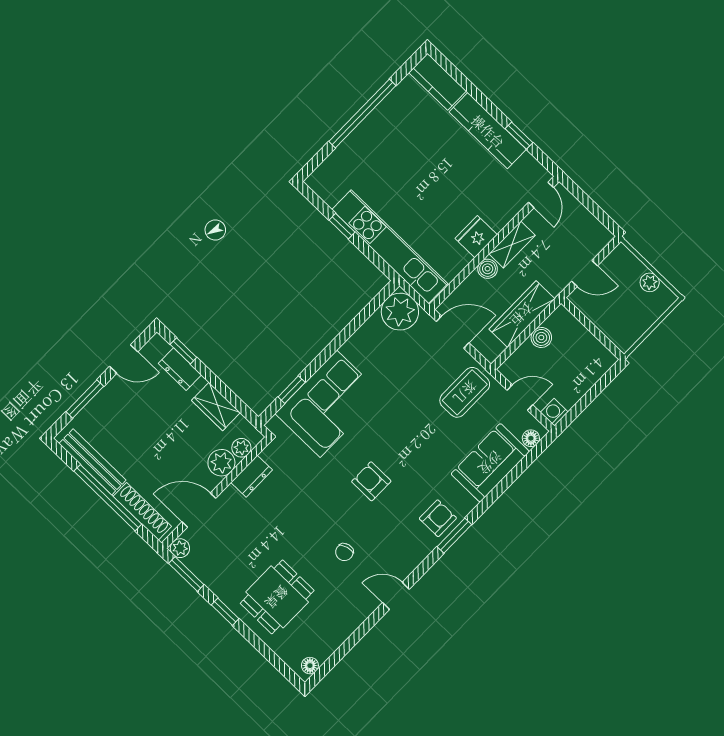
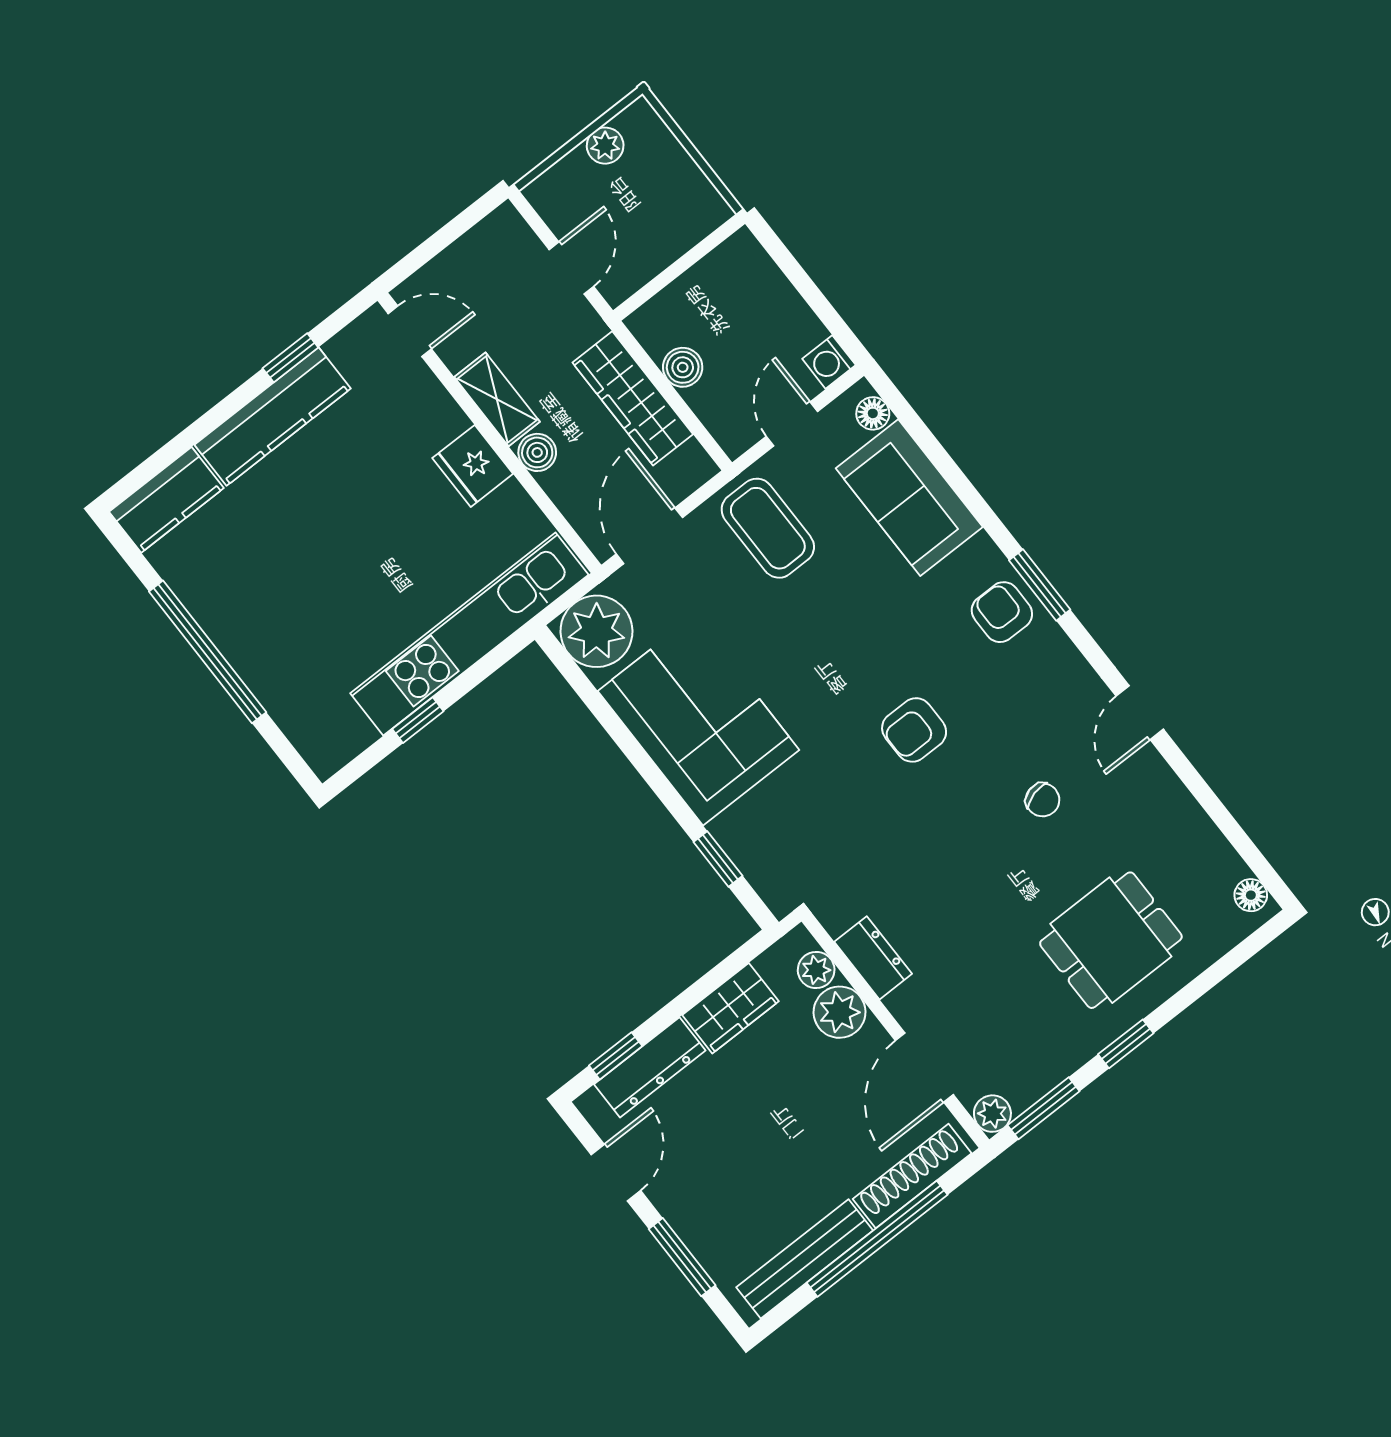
dresser: (180, 369) -> (650, 1067), width x1.44
corner sofa: (328, 404) -> (698, 720), moved
dining table: (277, 597) -> (1111, 940), turned 90

